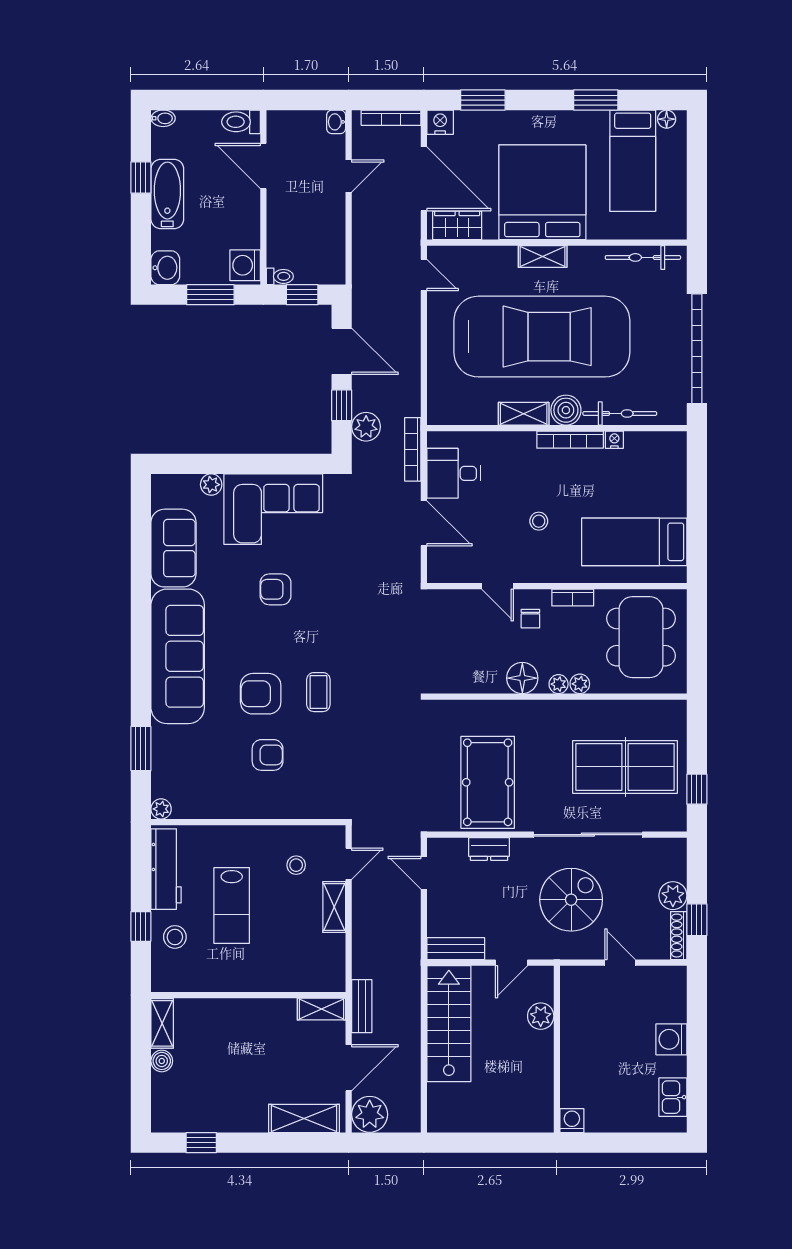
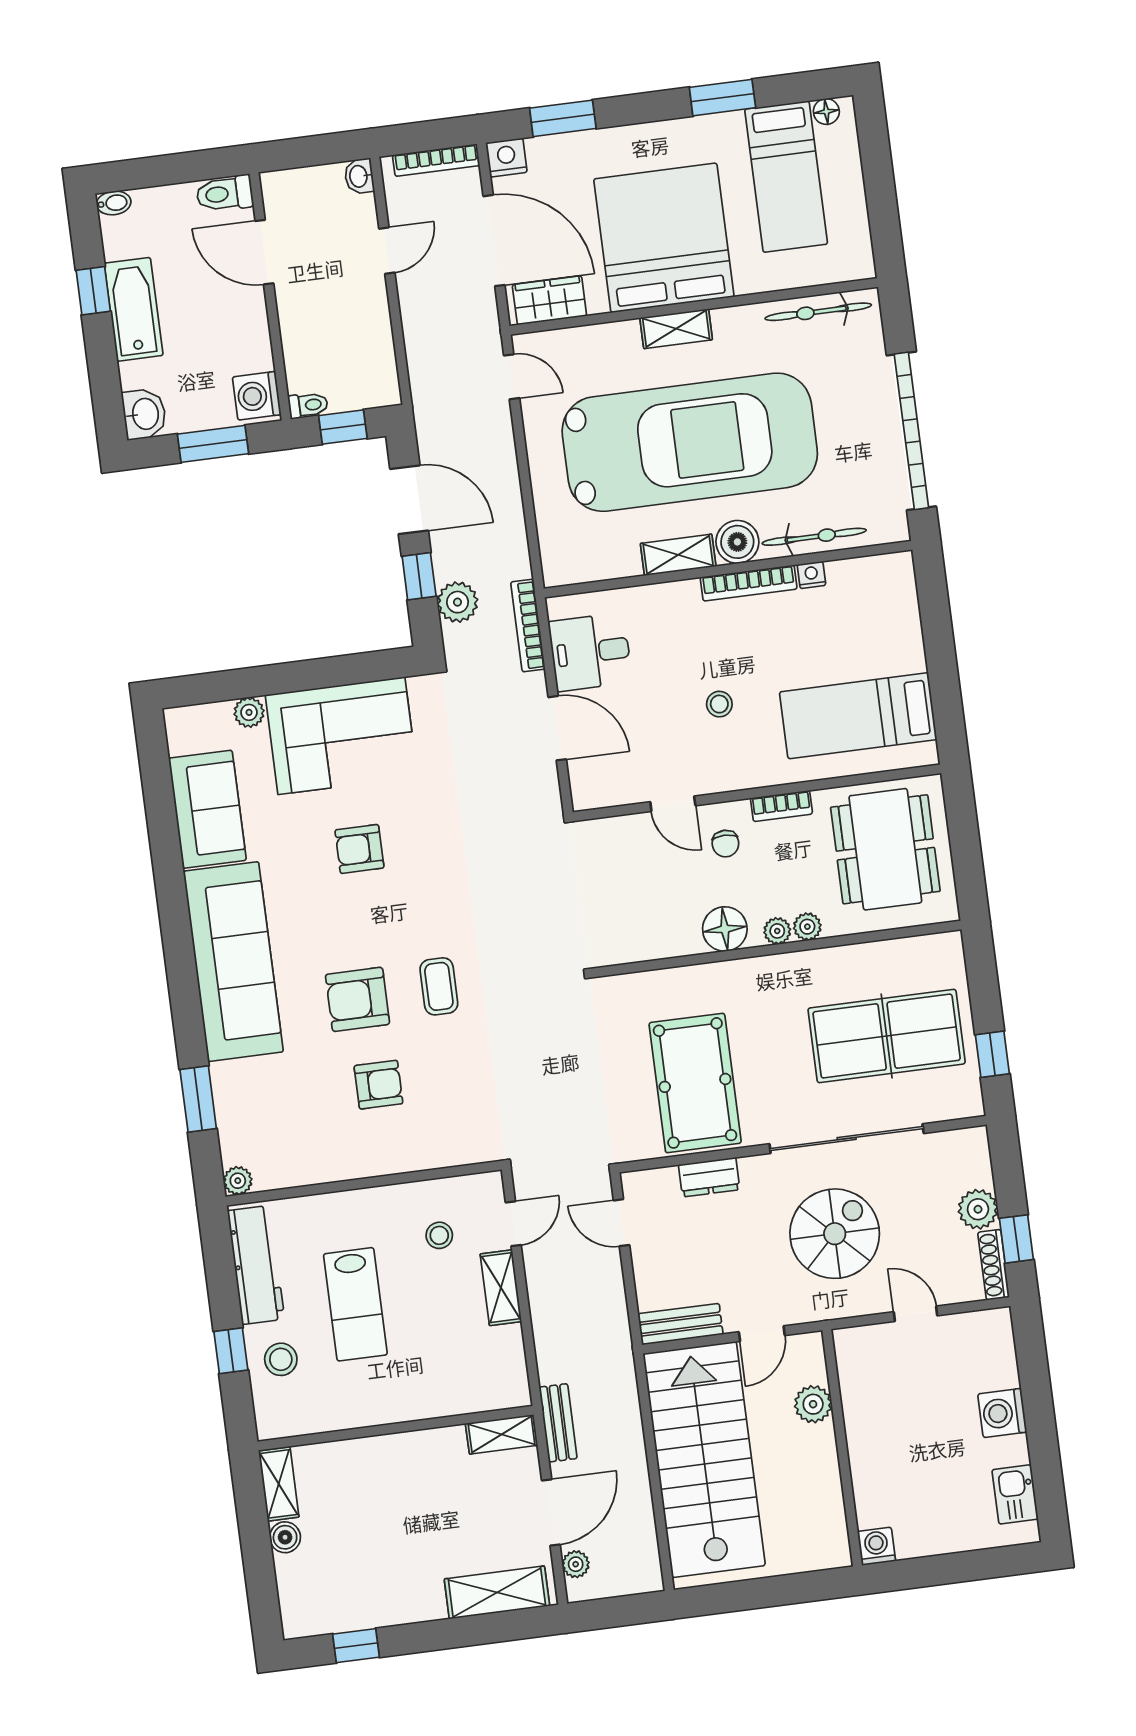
stairs: (449, 1024) -> (704, 1459), width x1.36, depth x1.51
plant: (370, 1114) -> (576, 1564), width x0.53, depth x0.53

